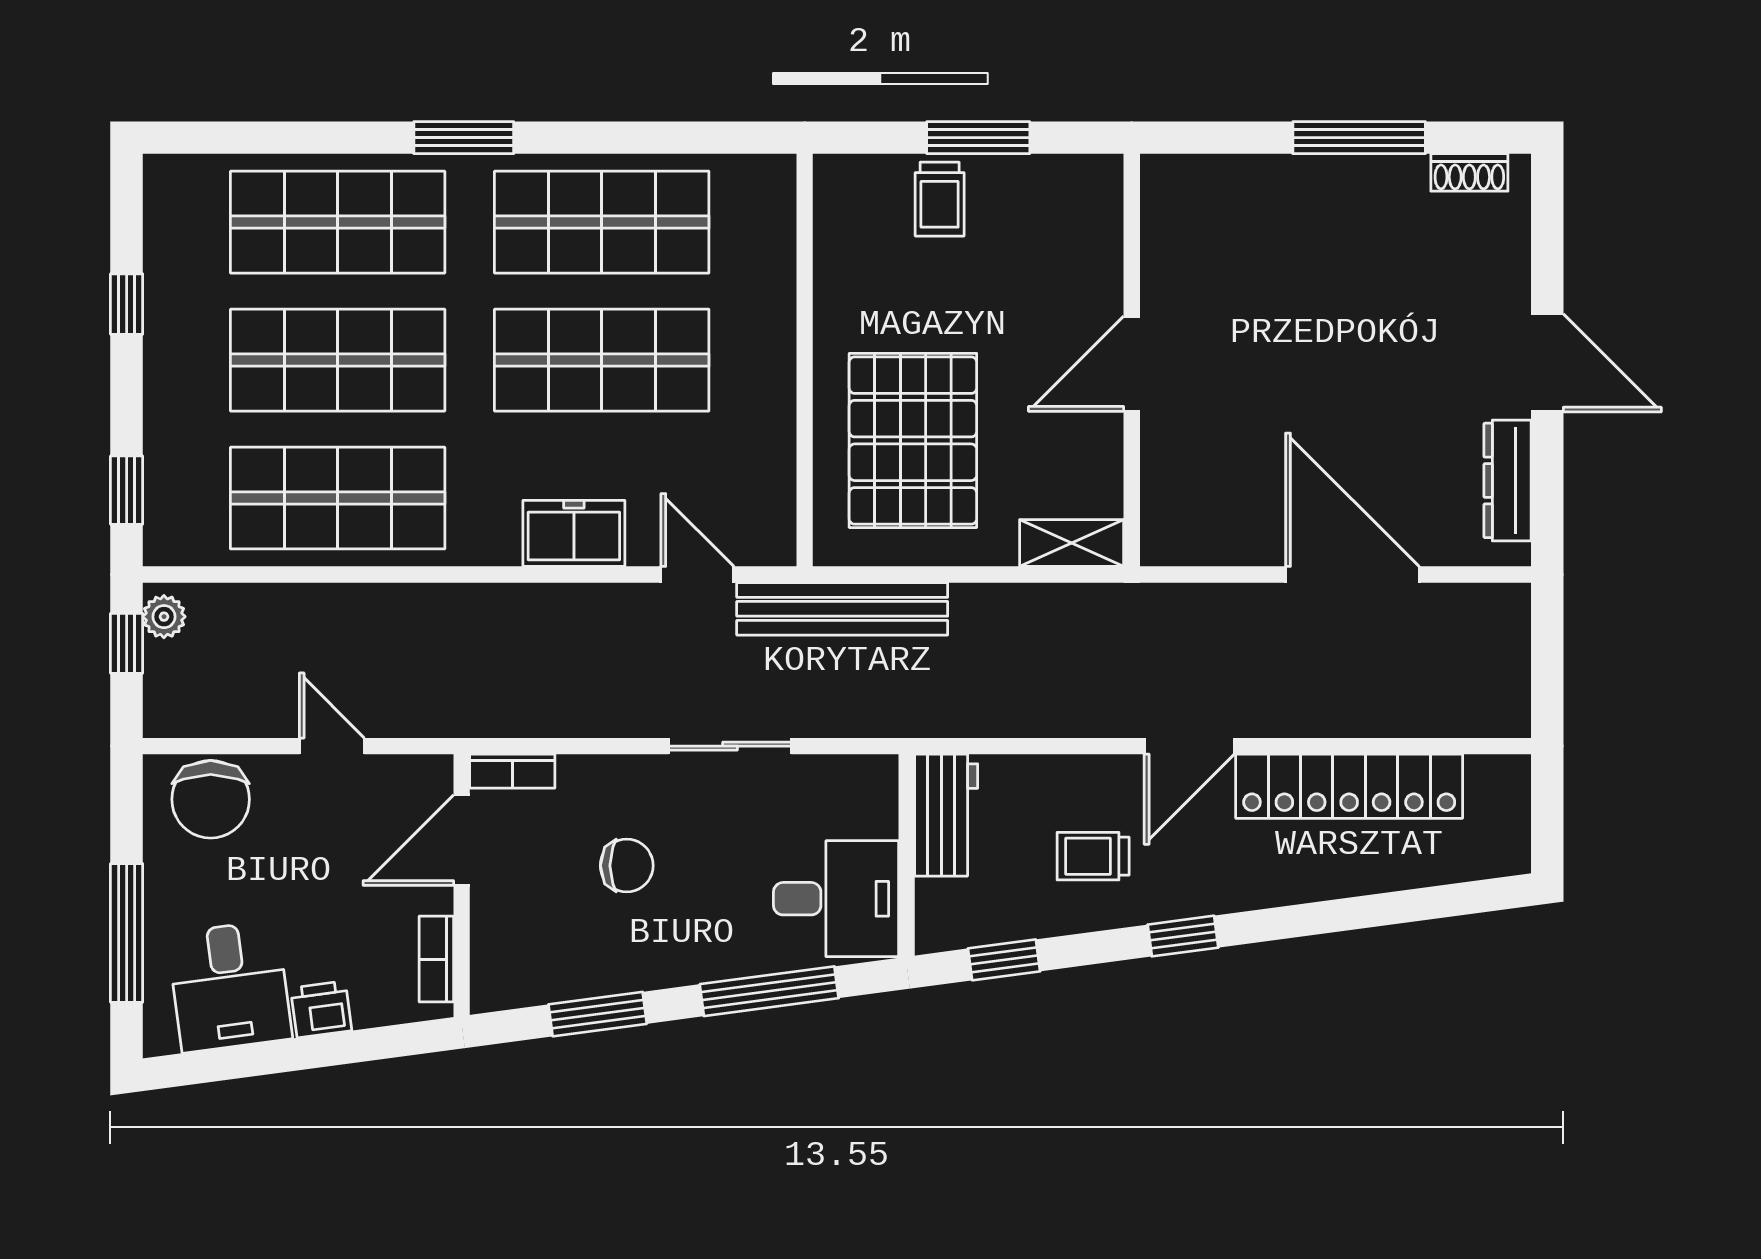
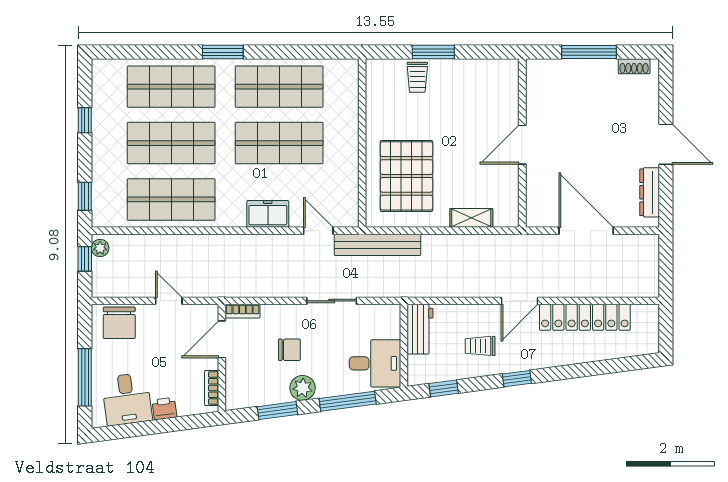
wall: (1132, 360) -> (522, 143), moved
door: (1132, 364) -> (522, 145), moved
plant: (659, 959) -> (303, 388), added

